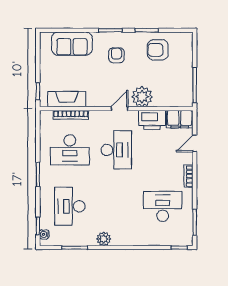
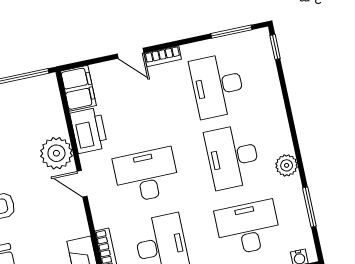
door: (195, 143) -> (131, 53), moved
desk: (70, 206) -> (248, 228), turned 180
desk: (116, 206) -> (233, 157), added

